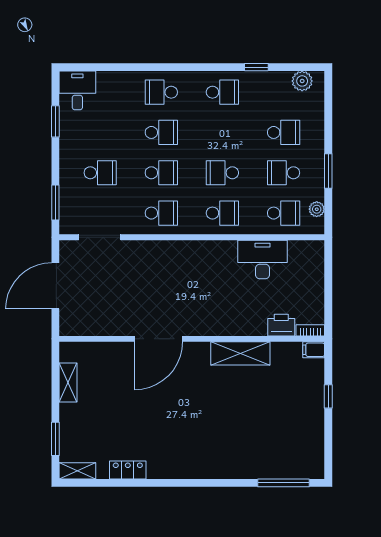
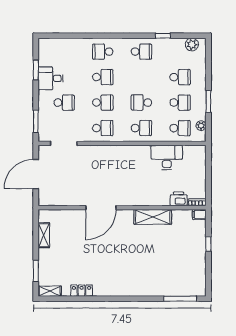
desk: (77, 90) -> (51, 78), moved, turned -90
school desk: (284, 173) -> (180, 103), turned 180

